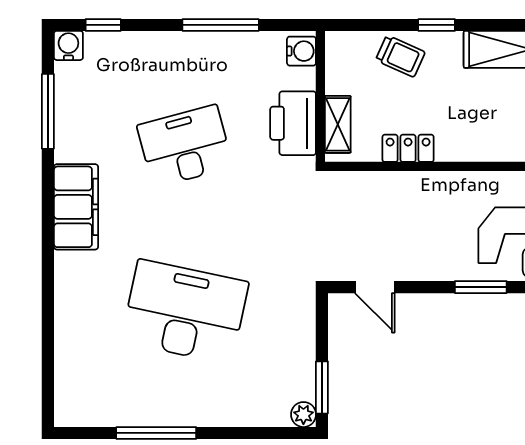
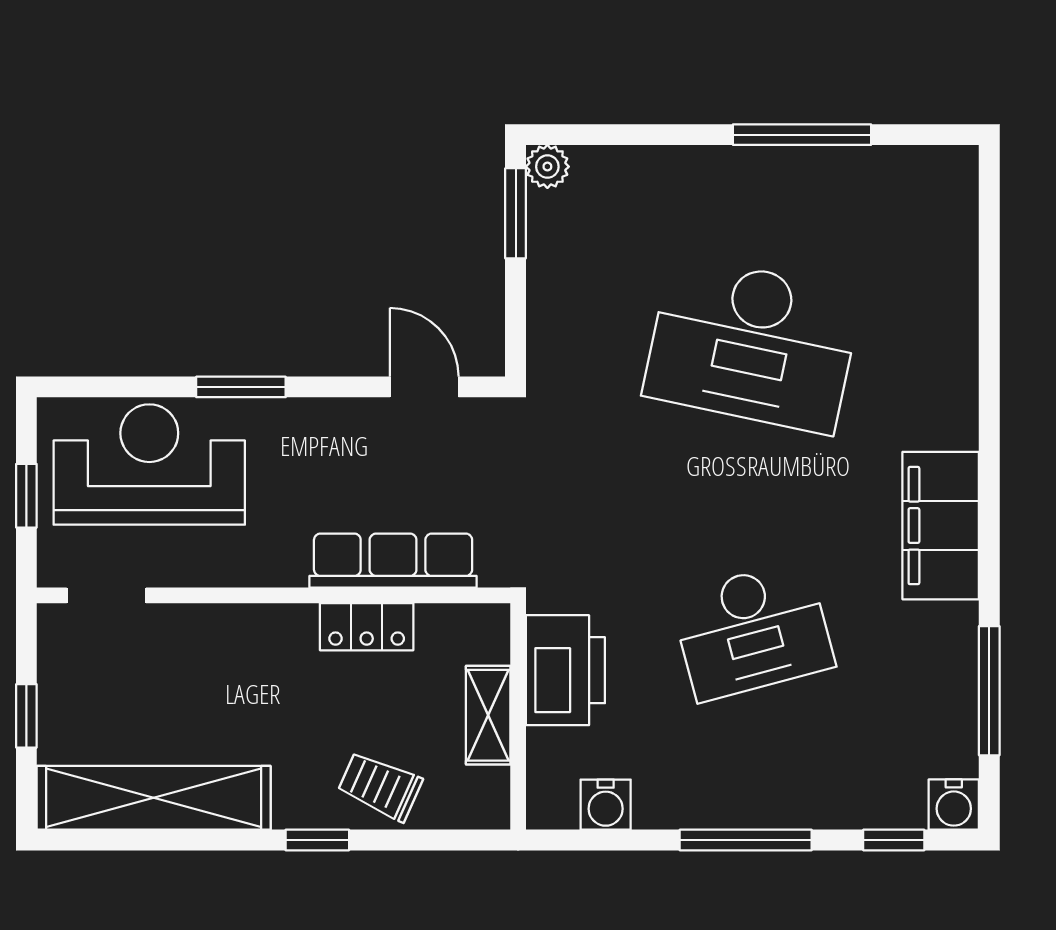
window: (221, 25) -> (746, 840), moved
water cooler: (301, 51) -> (606, 805), moved, turned -90
shelving: (338, 124) -> (488, 715), moved
row of seats: (393, 187) -> (393, 561), added

